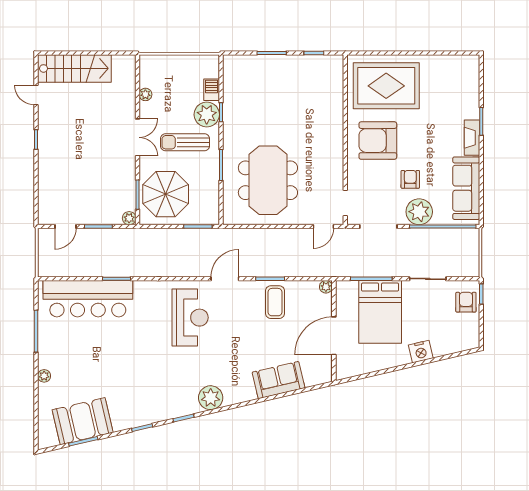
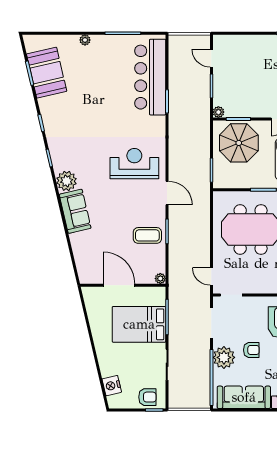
reception desk: (190, 318) -> (134, 164), turned 180
nightstand: (421, 352) -> (112, 386), moved
sofa: (278, 380) -> (75, 211), moved

